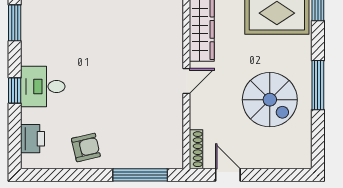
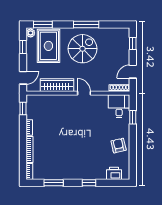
desk: (43, 86) -> (119, 106), moved, turned 180
spiral stairs: (270, 100) -> (83, 49), moved
window: (140, 175) -> (133, 117), width x0.46
window: (281, 175) -> (133, 44), added

